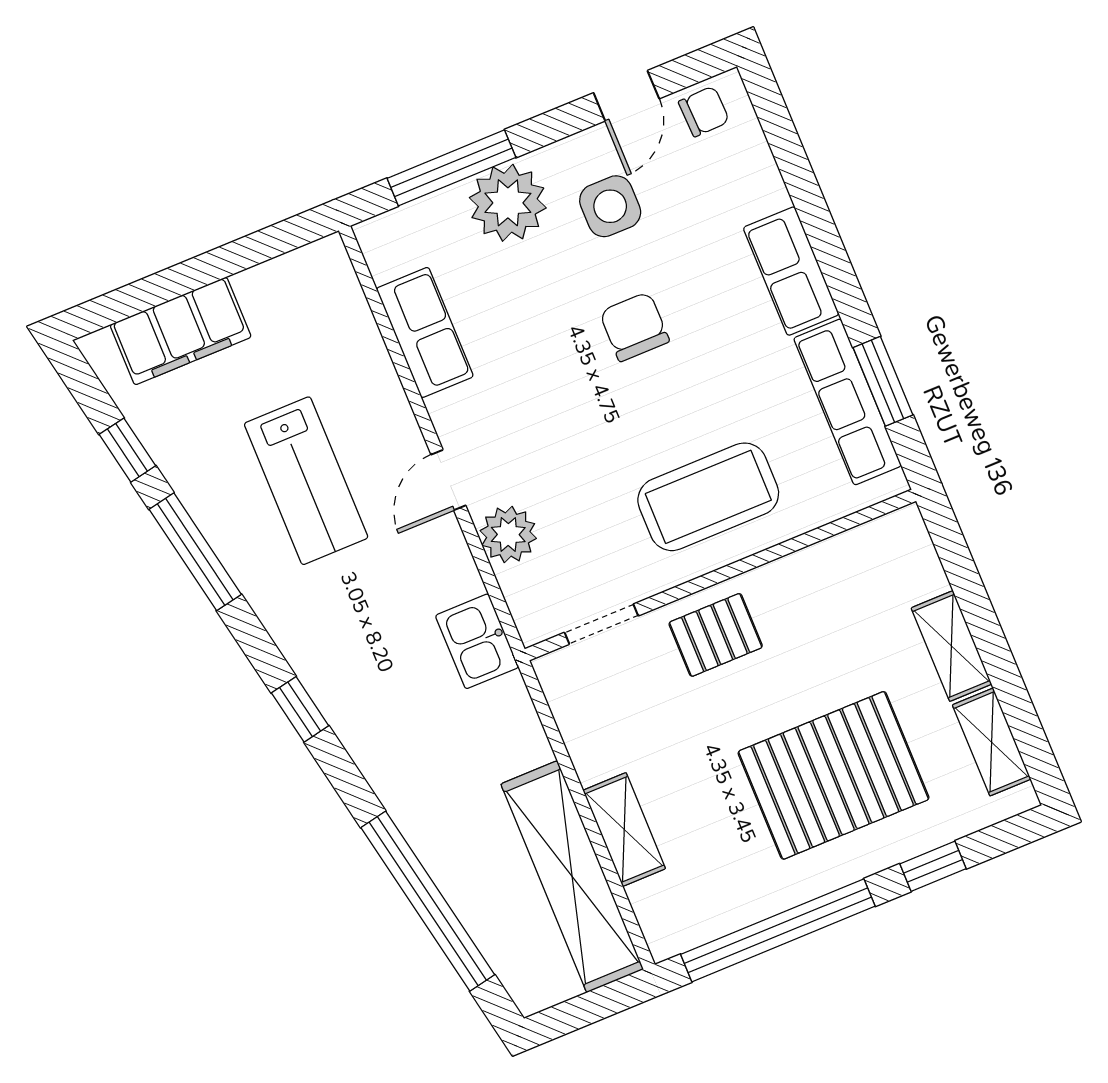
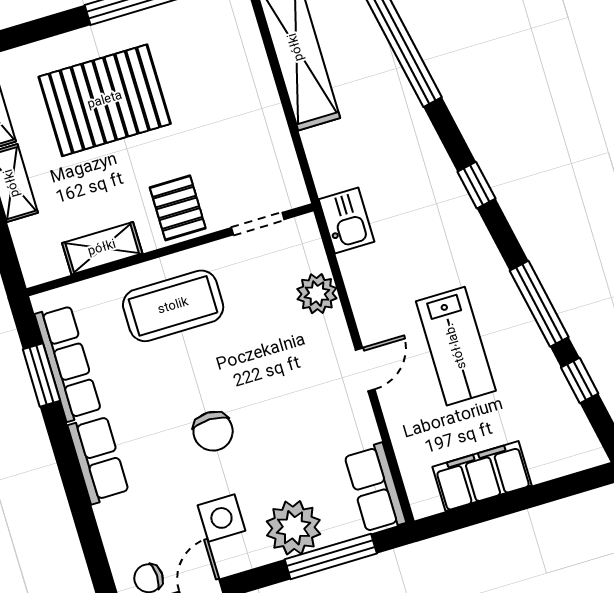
filing cabinet: (181, 331) -> (482, 476), moved
row of seats: (425, 332) -> (375, 488), moved
door: (448, 480) -> (365, 370), moved
lab bench: (306, 481) -> (456, 346), turned 180
pallet: (716, 635) -> (178, 208), turned 90
shelving: (624, 830) -> (102, 248), moved, turned 90
window: (933, 866) -> (41, 29), removed

